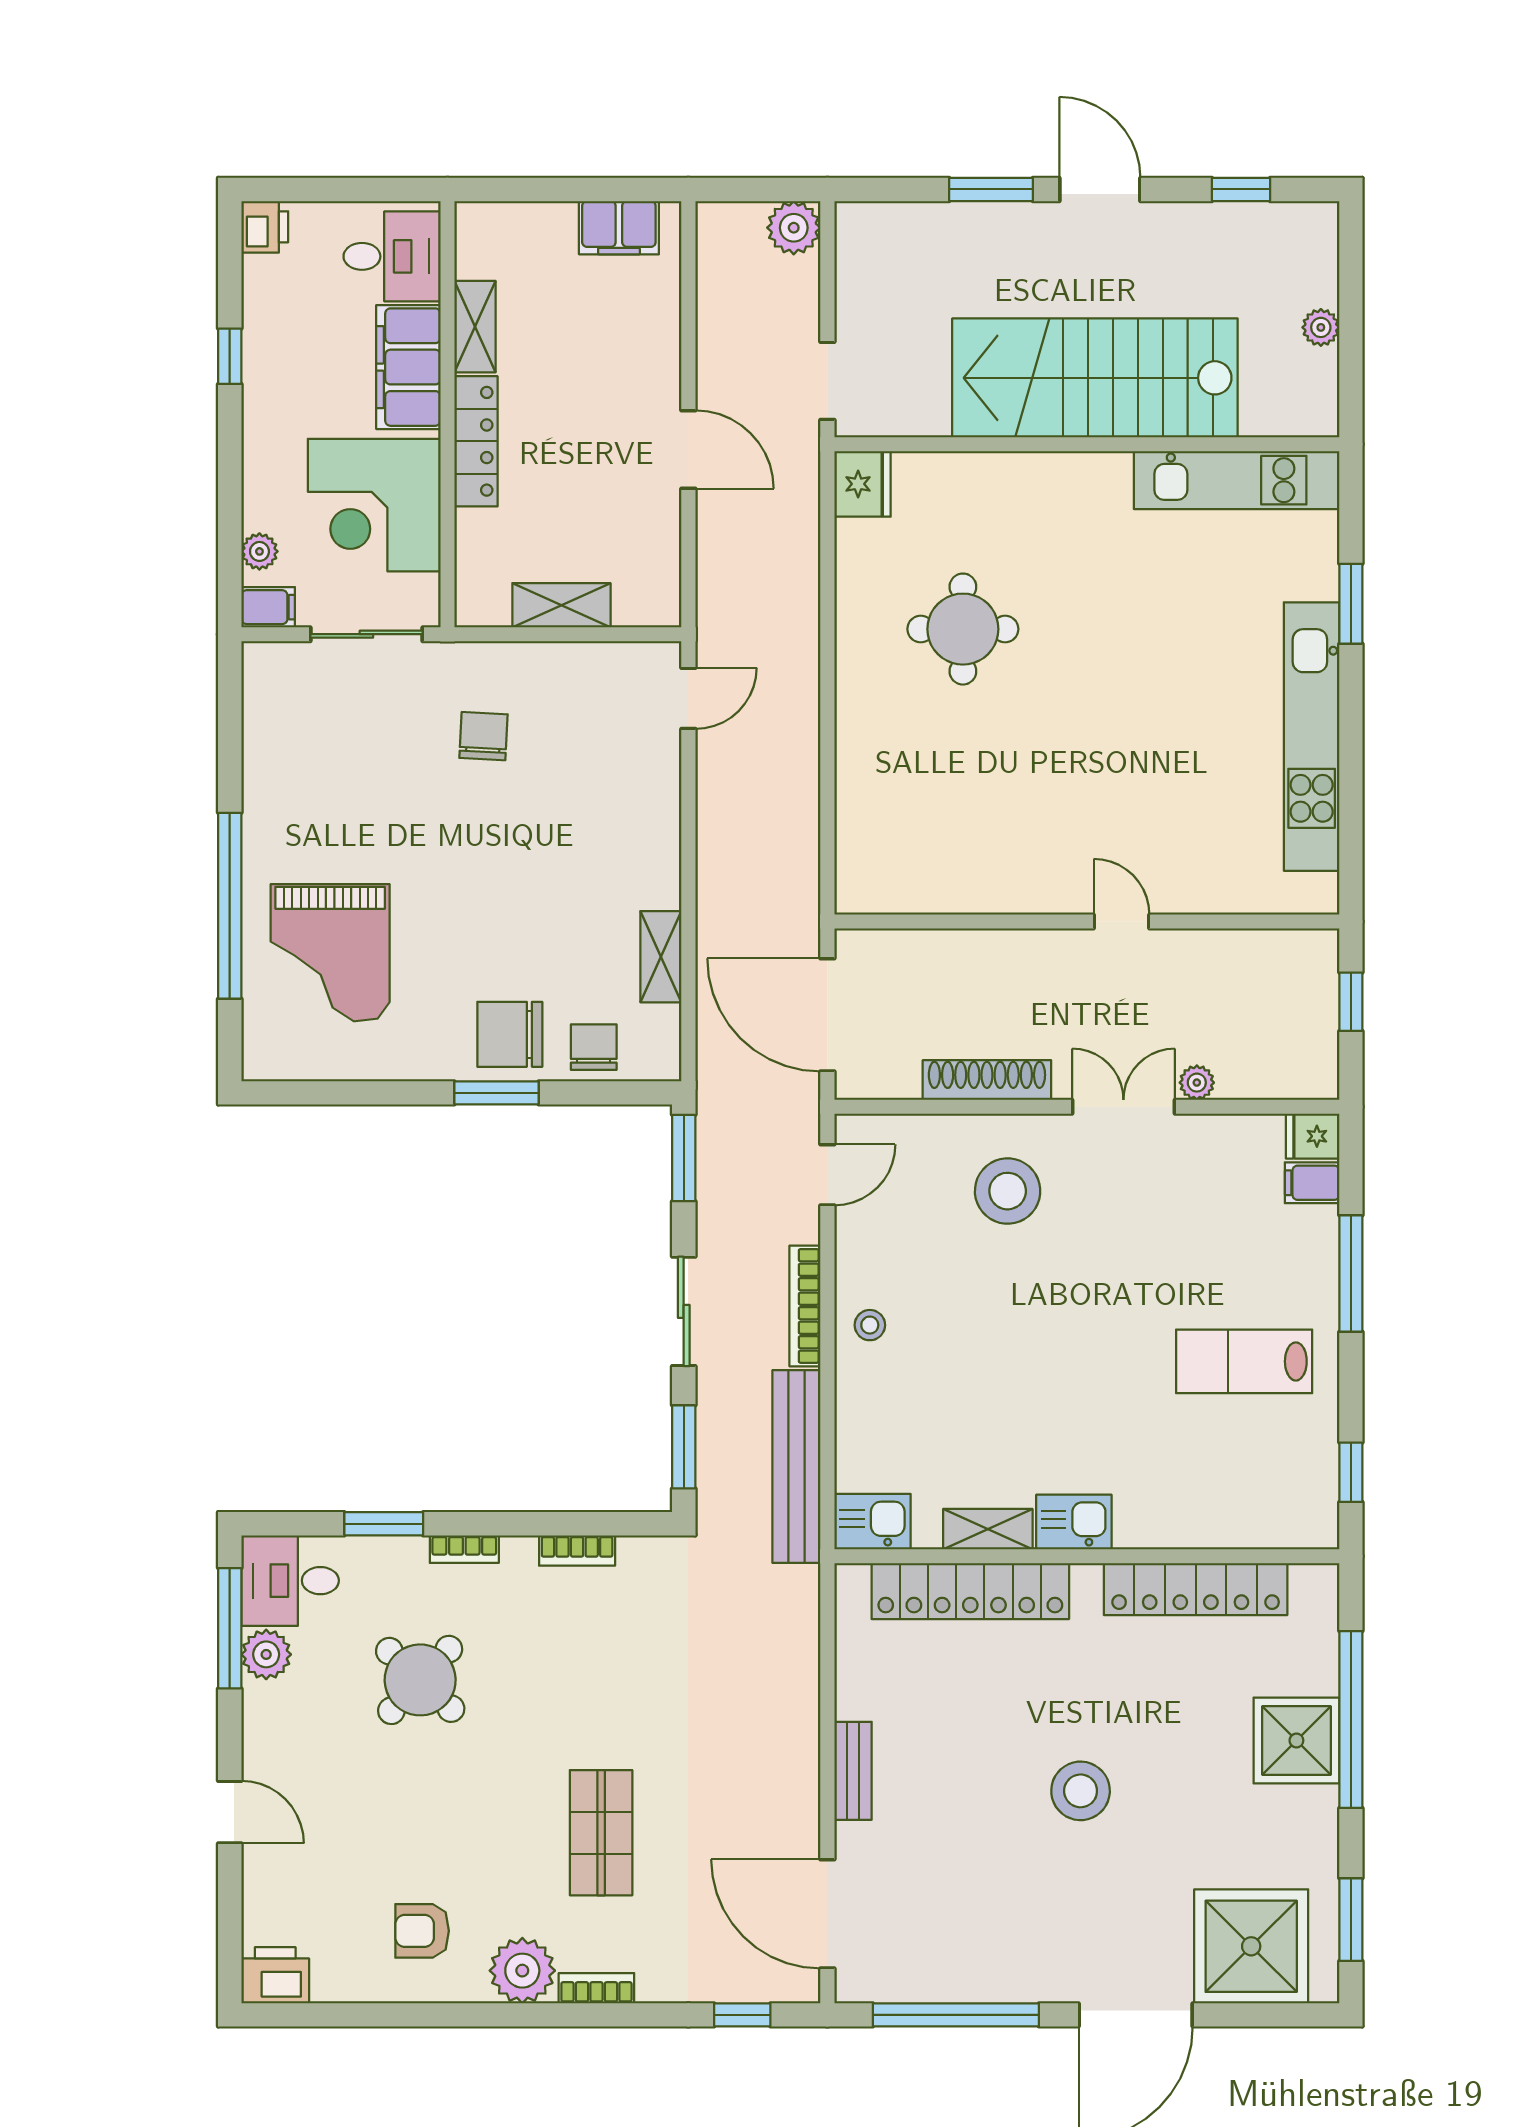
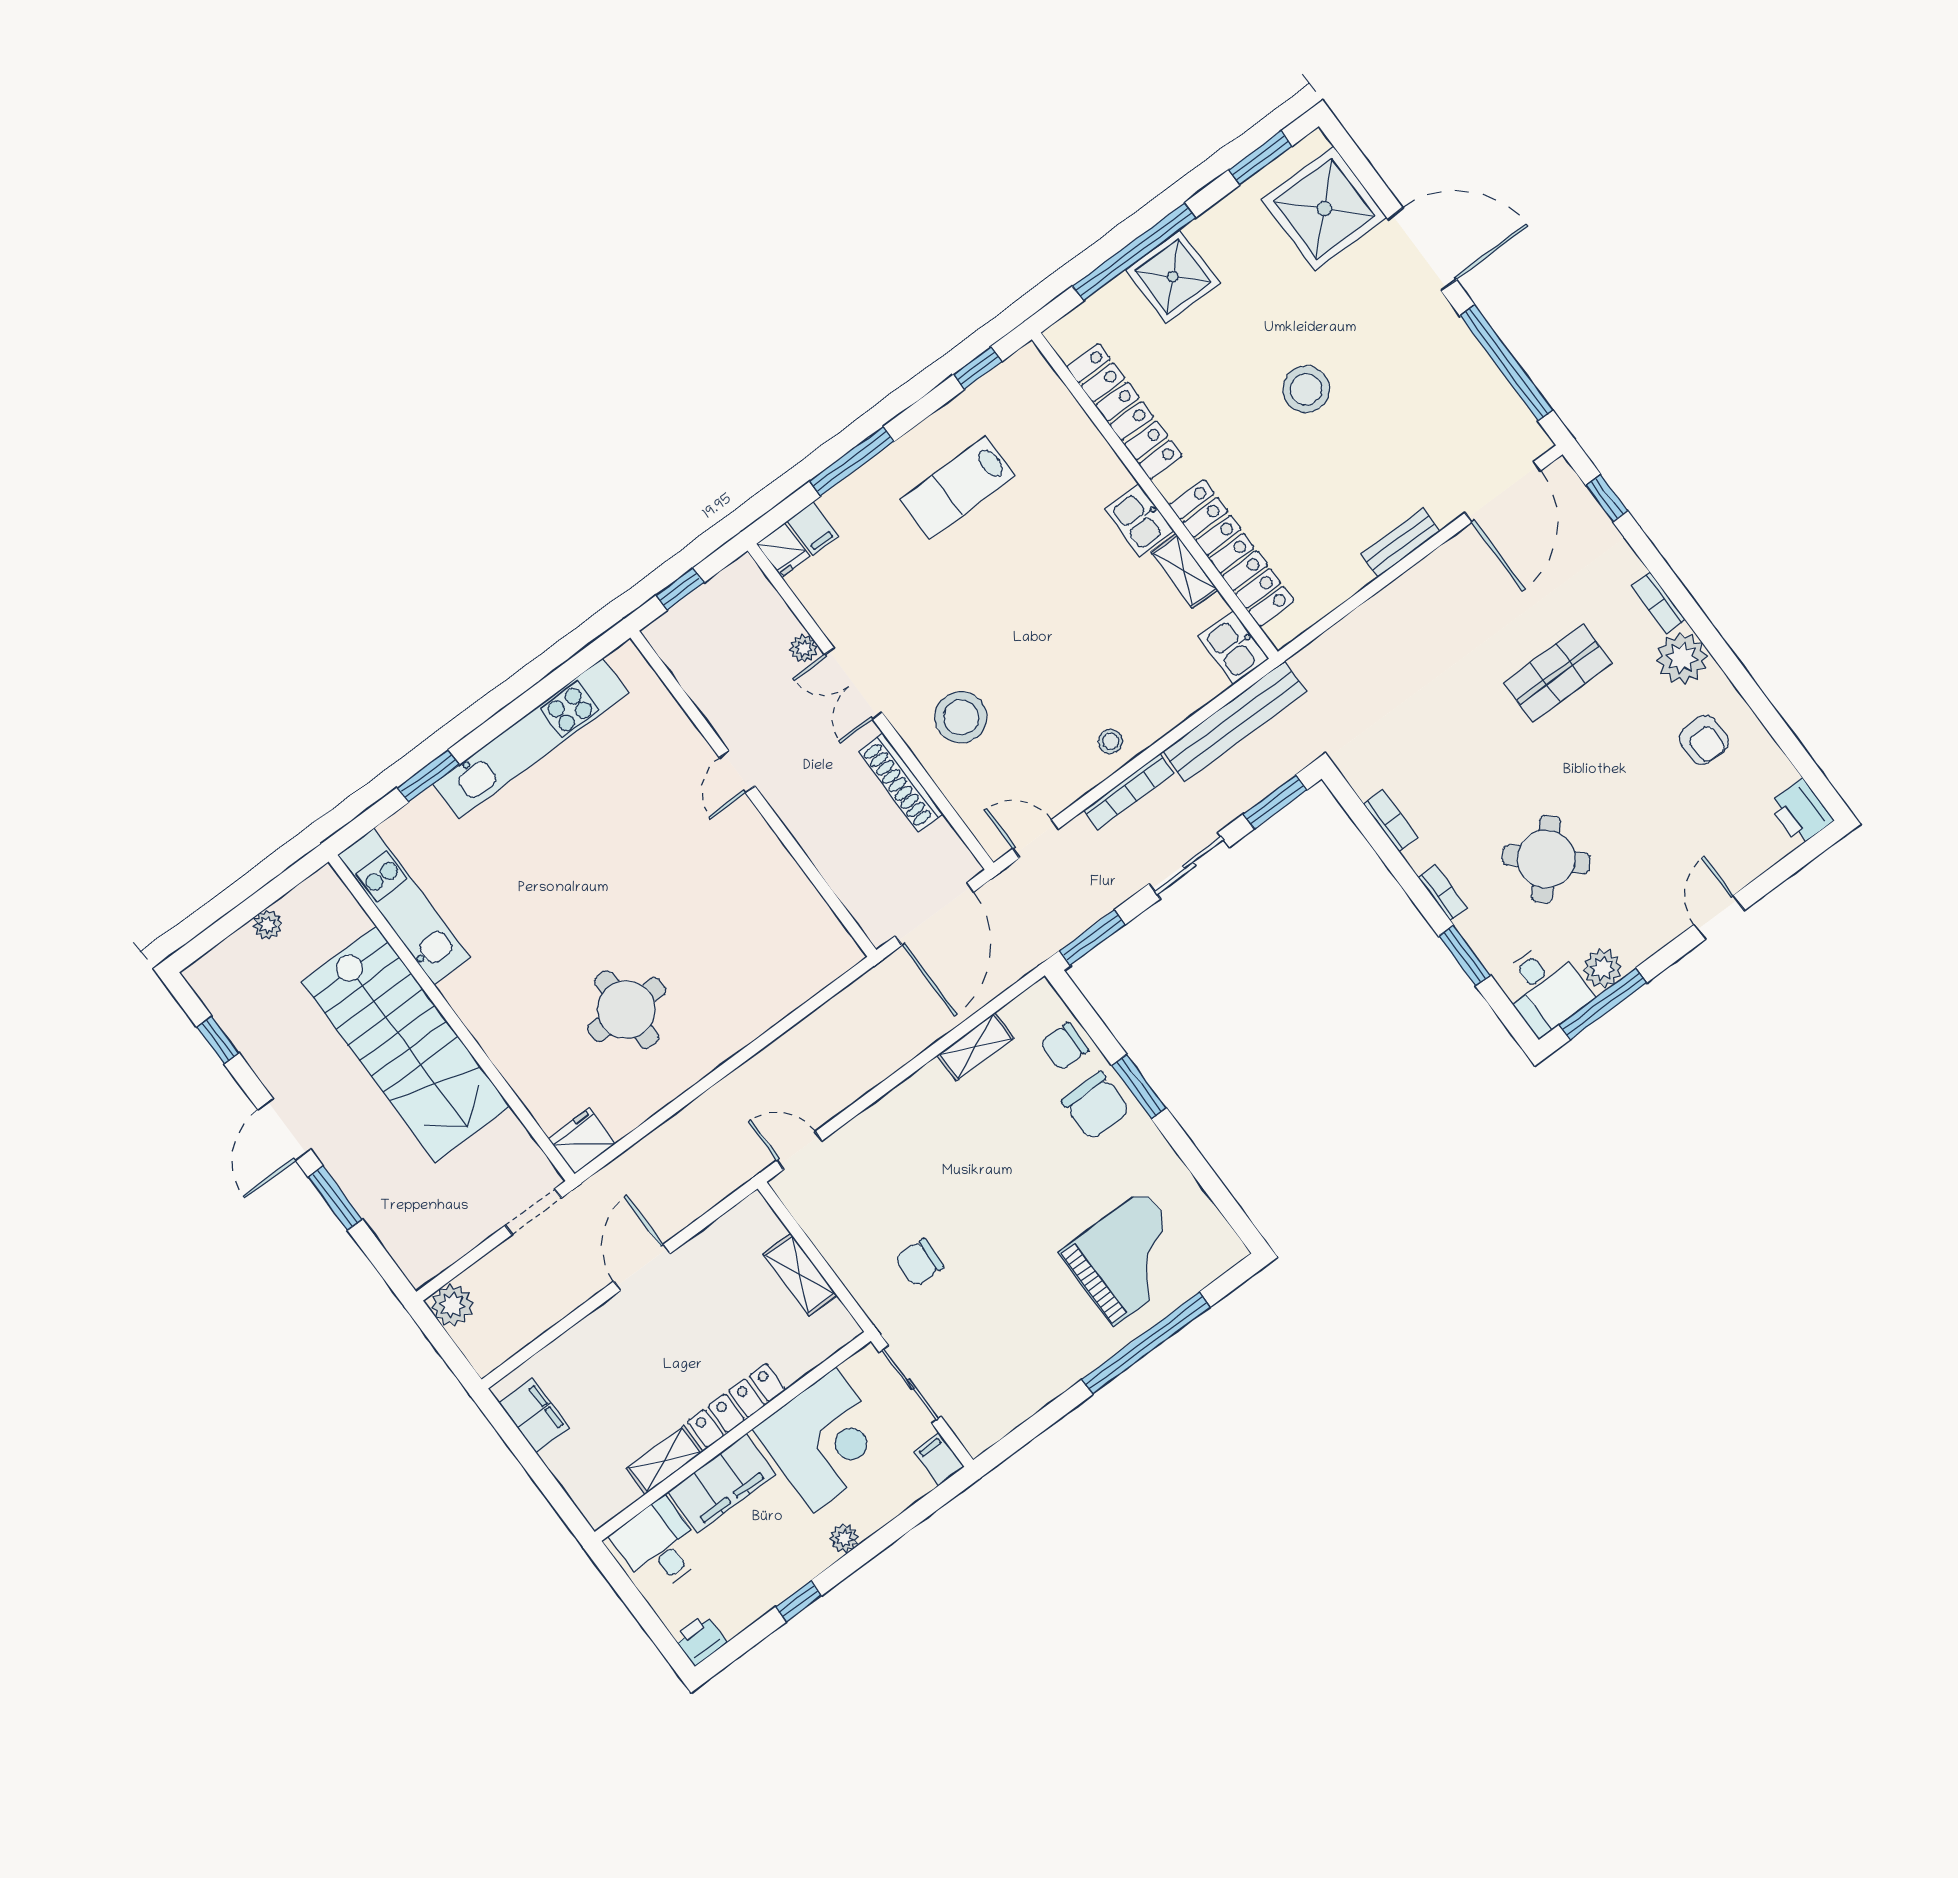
plant: (259, 551) -> (844, 1538), moved
lab bench: (1244, 1361) -> (958, 488), turned 90

